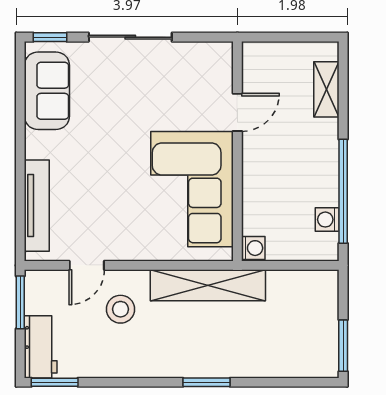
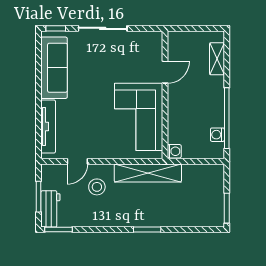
sofa: (47, 91) -> (54, 68), width x1.36
window: (20, 302) -> (38, 197), moved

